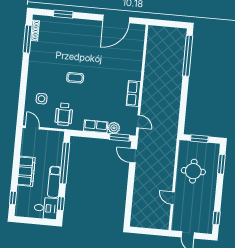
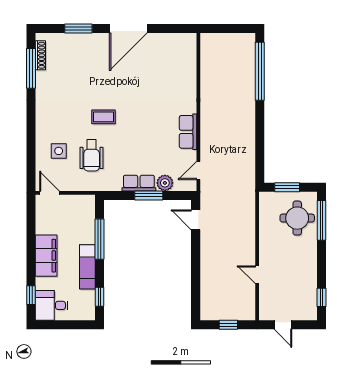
door: (116, 19) -> (128, 28), moved
wheelchair: (64, 114) -> (92, 155), moved
door: (138, 121) -> (198, 171), swing flipped
window: (120, 137) -> (149, 195), moved
window: (65, 163) -> (100, 239), width x0.68
window: (221, 164) -> (321, 220), width x1.44
round table: (193, 171) -> (297, 218), moved
desk: (46, 208) -> (52, 305), moved, turned 180
window: (149, 231) -> (228, 325), added

